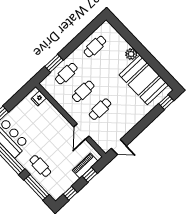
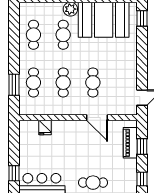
cafe table: (112, 64) -> (63, 35), added
fridge: (39, 98) -> (45, 127), moved

